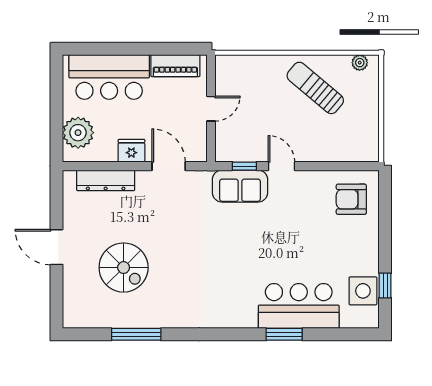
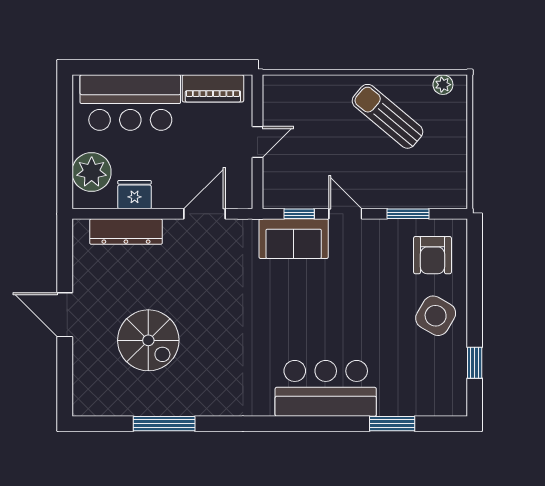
fridge: (131, 151) -> (135, 195), moved
door: (169, 166) -> (205, 214), hinge flipped
window: (332, 166) -> (408, 214), added
armchair: (351, 199) -> (432, 255), turned -90
side table: (363, 291) -> (436, 316), moved, turned 30
bar counter: (299, 306) -> (326, 388), moved
window: (284, 334) -> (392, 424), moved

